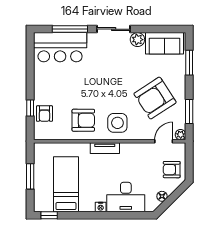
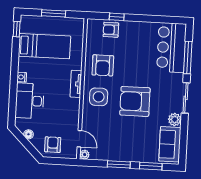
armchair: (155, 98) -> (135, 101), moved, turned -57
window: (189, 112) -> (119, 164), moved

